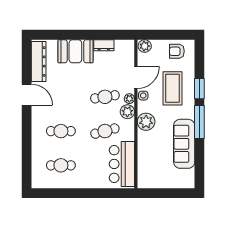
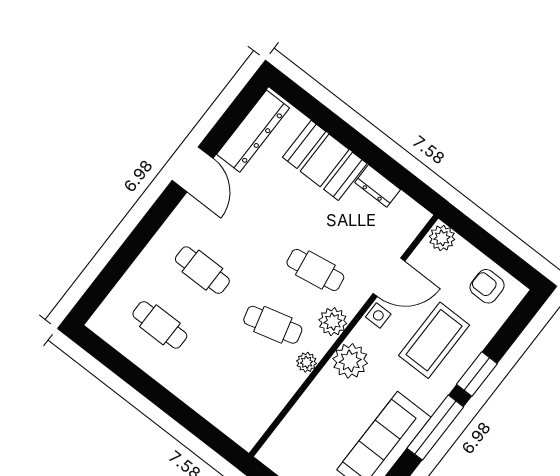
plant: (129, 99) -> (307, 362), moved
bar counter: (122, 164) -> (259, 399), removed

